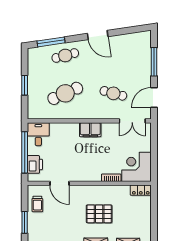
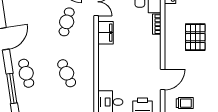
cafe table: (65, 93) -> (67, 73), width x0.73, depth x0.74
filing cabinet: (90, 130) -> (105, 33), moved

